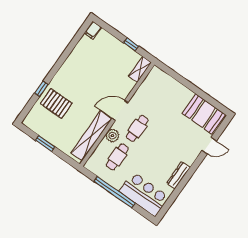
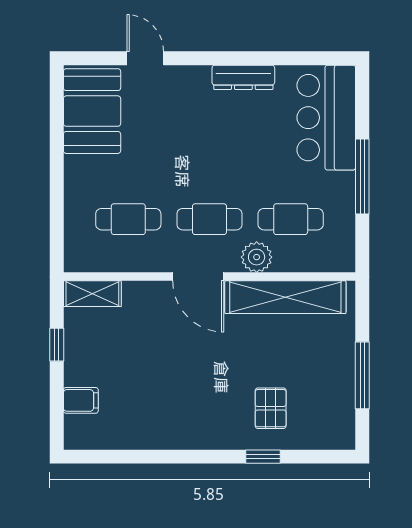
filing cabinet: (93, 30) -> (81, 400), moved
cafe table: (157, 100) -> (128, 219), added
pallet: (56, 103) -> (271, 408), width x0.67, depth x0.71
window: (45, 143) -> (362, 375), width x1.44
window: (115, 192) -> (362, 177), width x0.68

